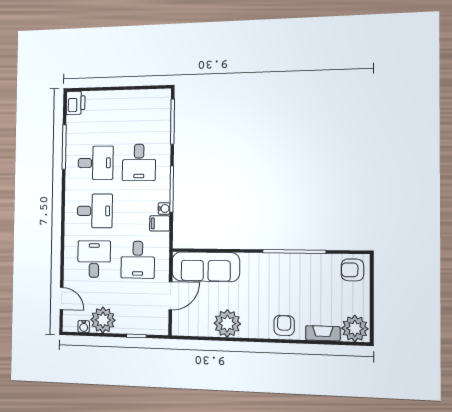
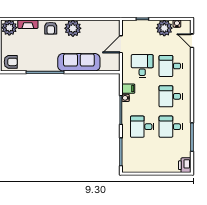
desk: (139, 162) -> (142, 127), turned -90
desk: (94, 259) -> (171, 66), turned 90
sofa: (206, 267) -> (79, 62), moved
plant: (227, 323) -> (73, 28), moved

